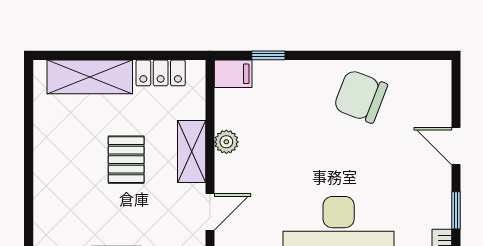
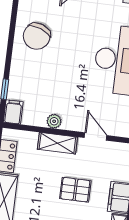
pallet: (126, 160) -> (75, 190), moved

